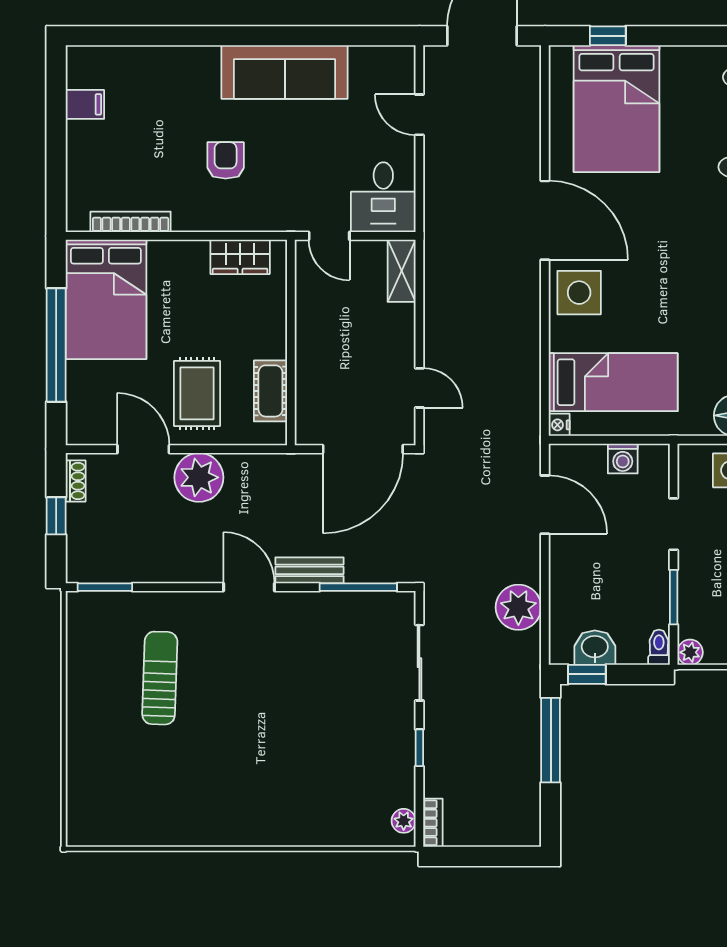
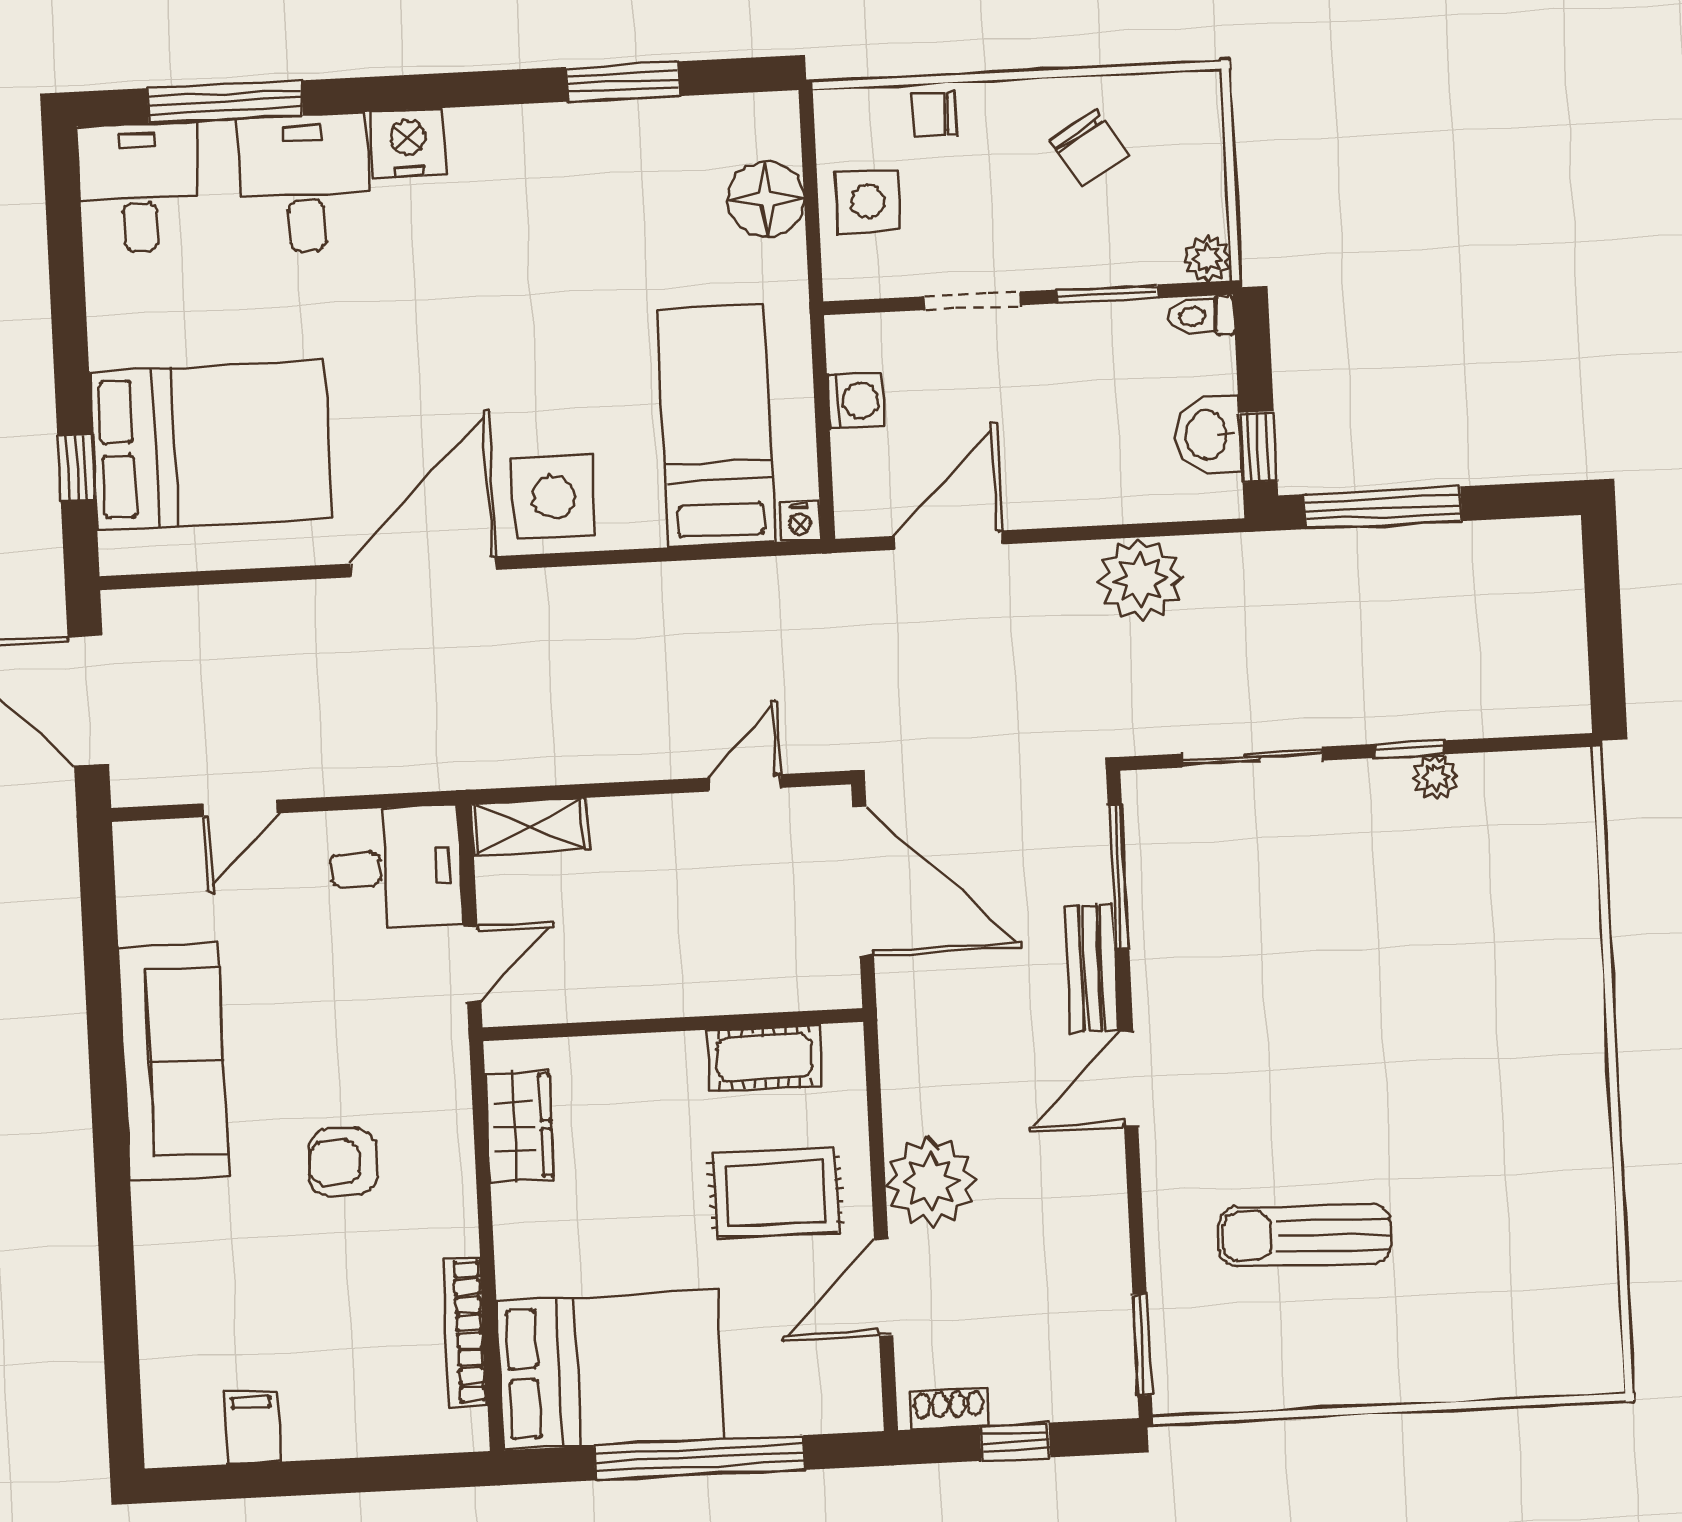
plant: (404, 821) -> (1435, 777), moved
bookcase: (433, 823) -> (1547, 717), removed

